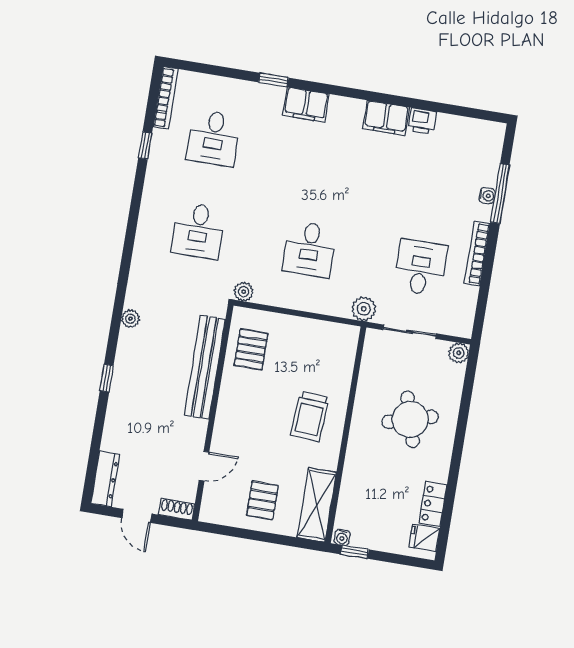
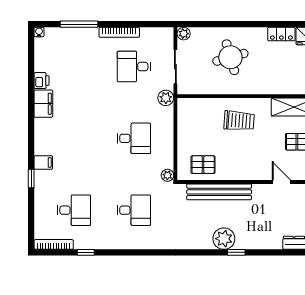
filing cabinet: (306, 105) -> (43, 162), width x0.50
water cooler: (487, 196) -> (39, 32), moved
plant: (130, 319) -> (224, 239), moved, width x1.88, depth x1.88

